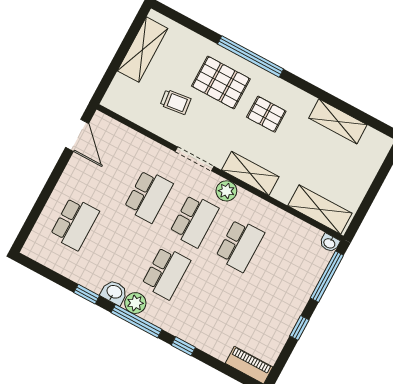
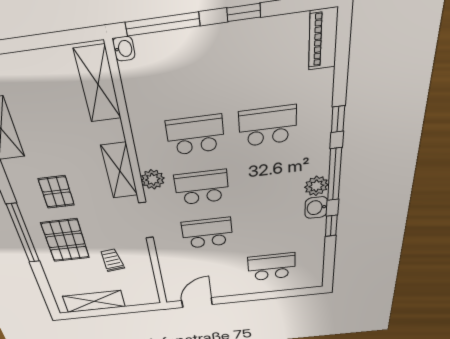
school desk: (166, 273) -> (268, 126), moved

